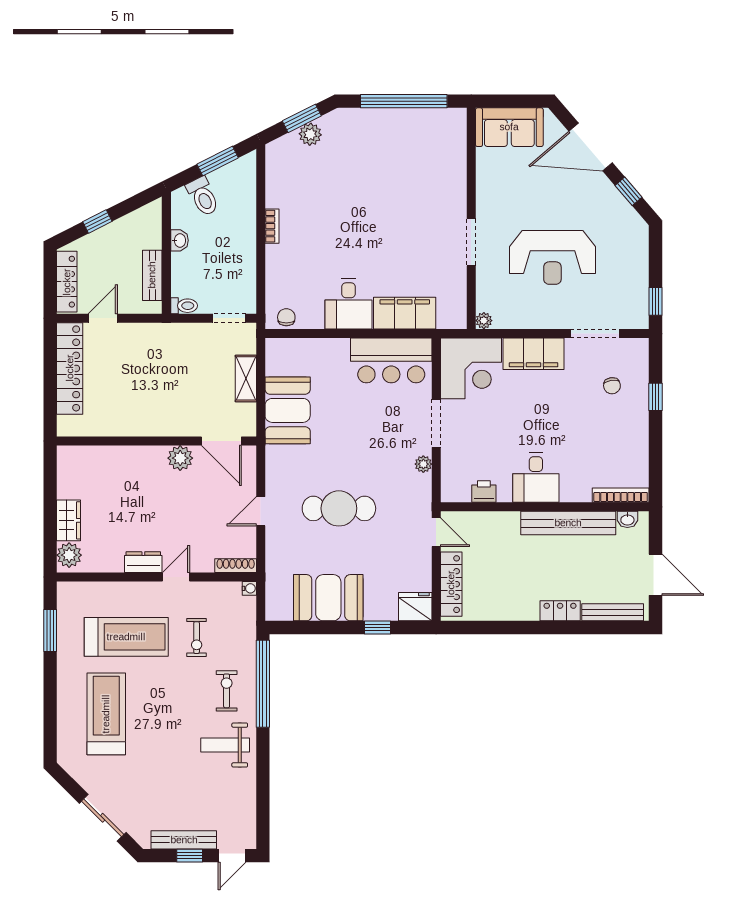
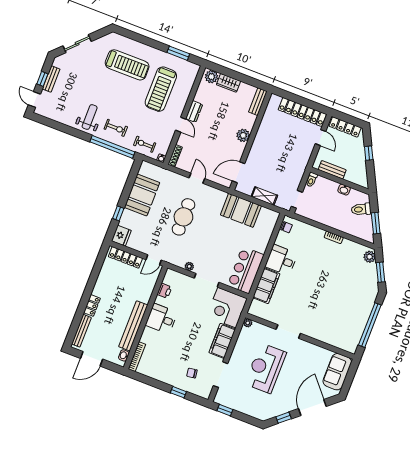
plant: (310, 134) -> (370, 257), moved
bench: (82, 455) -> (258, 102), added
plant: (180, 458) -> (243, 135), moved
exercise bike: (197, 638) -> (145, 144), moved
bench: (184, 840) -> (51, 79), width x0.73

